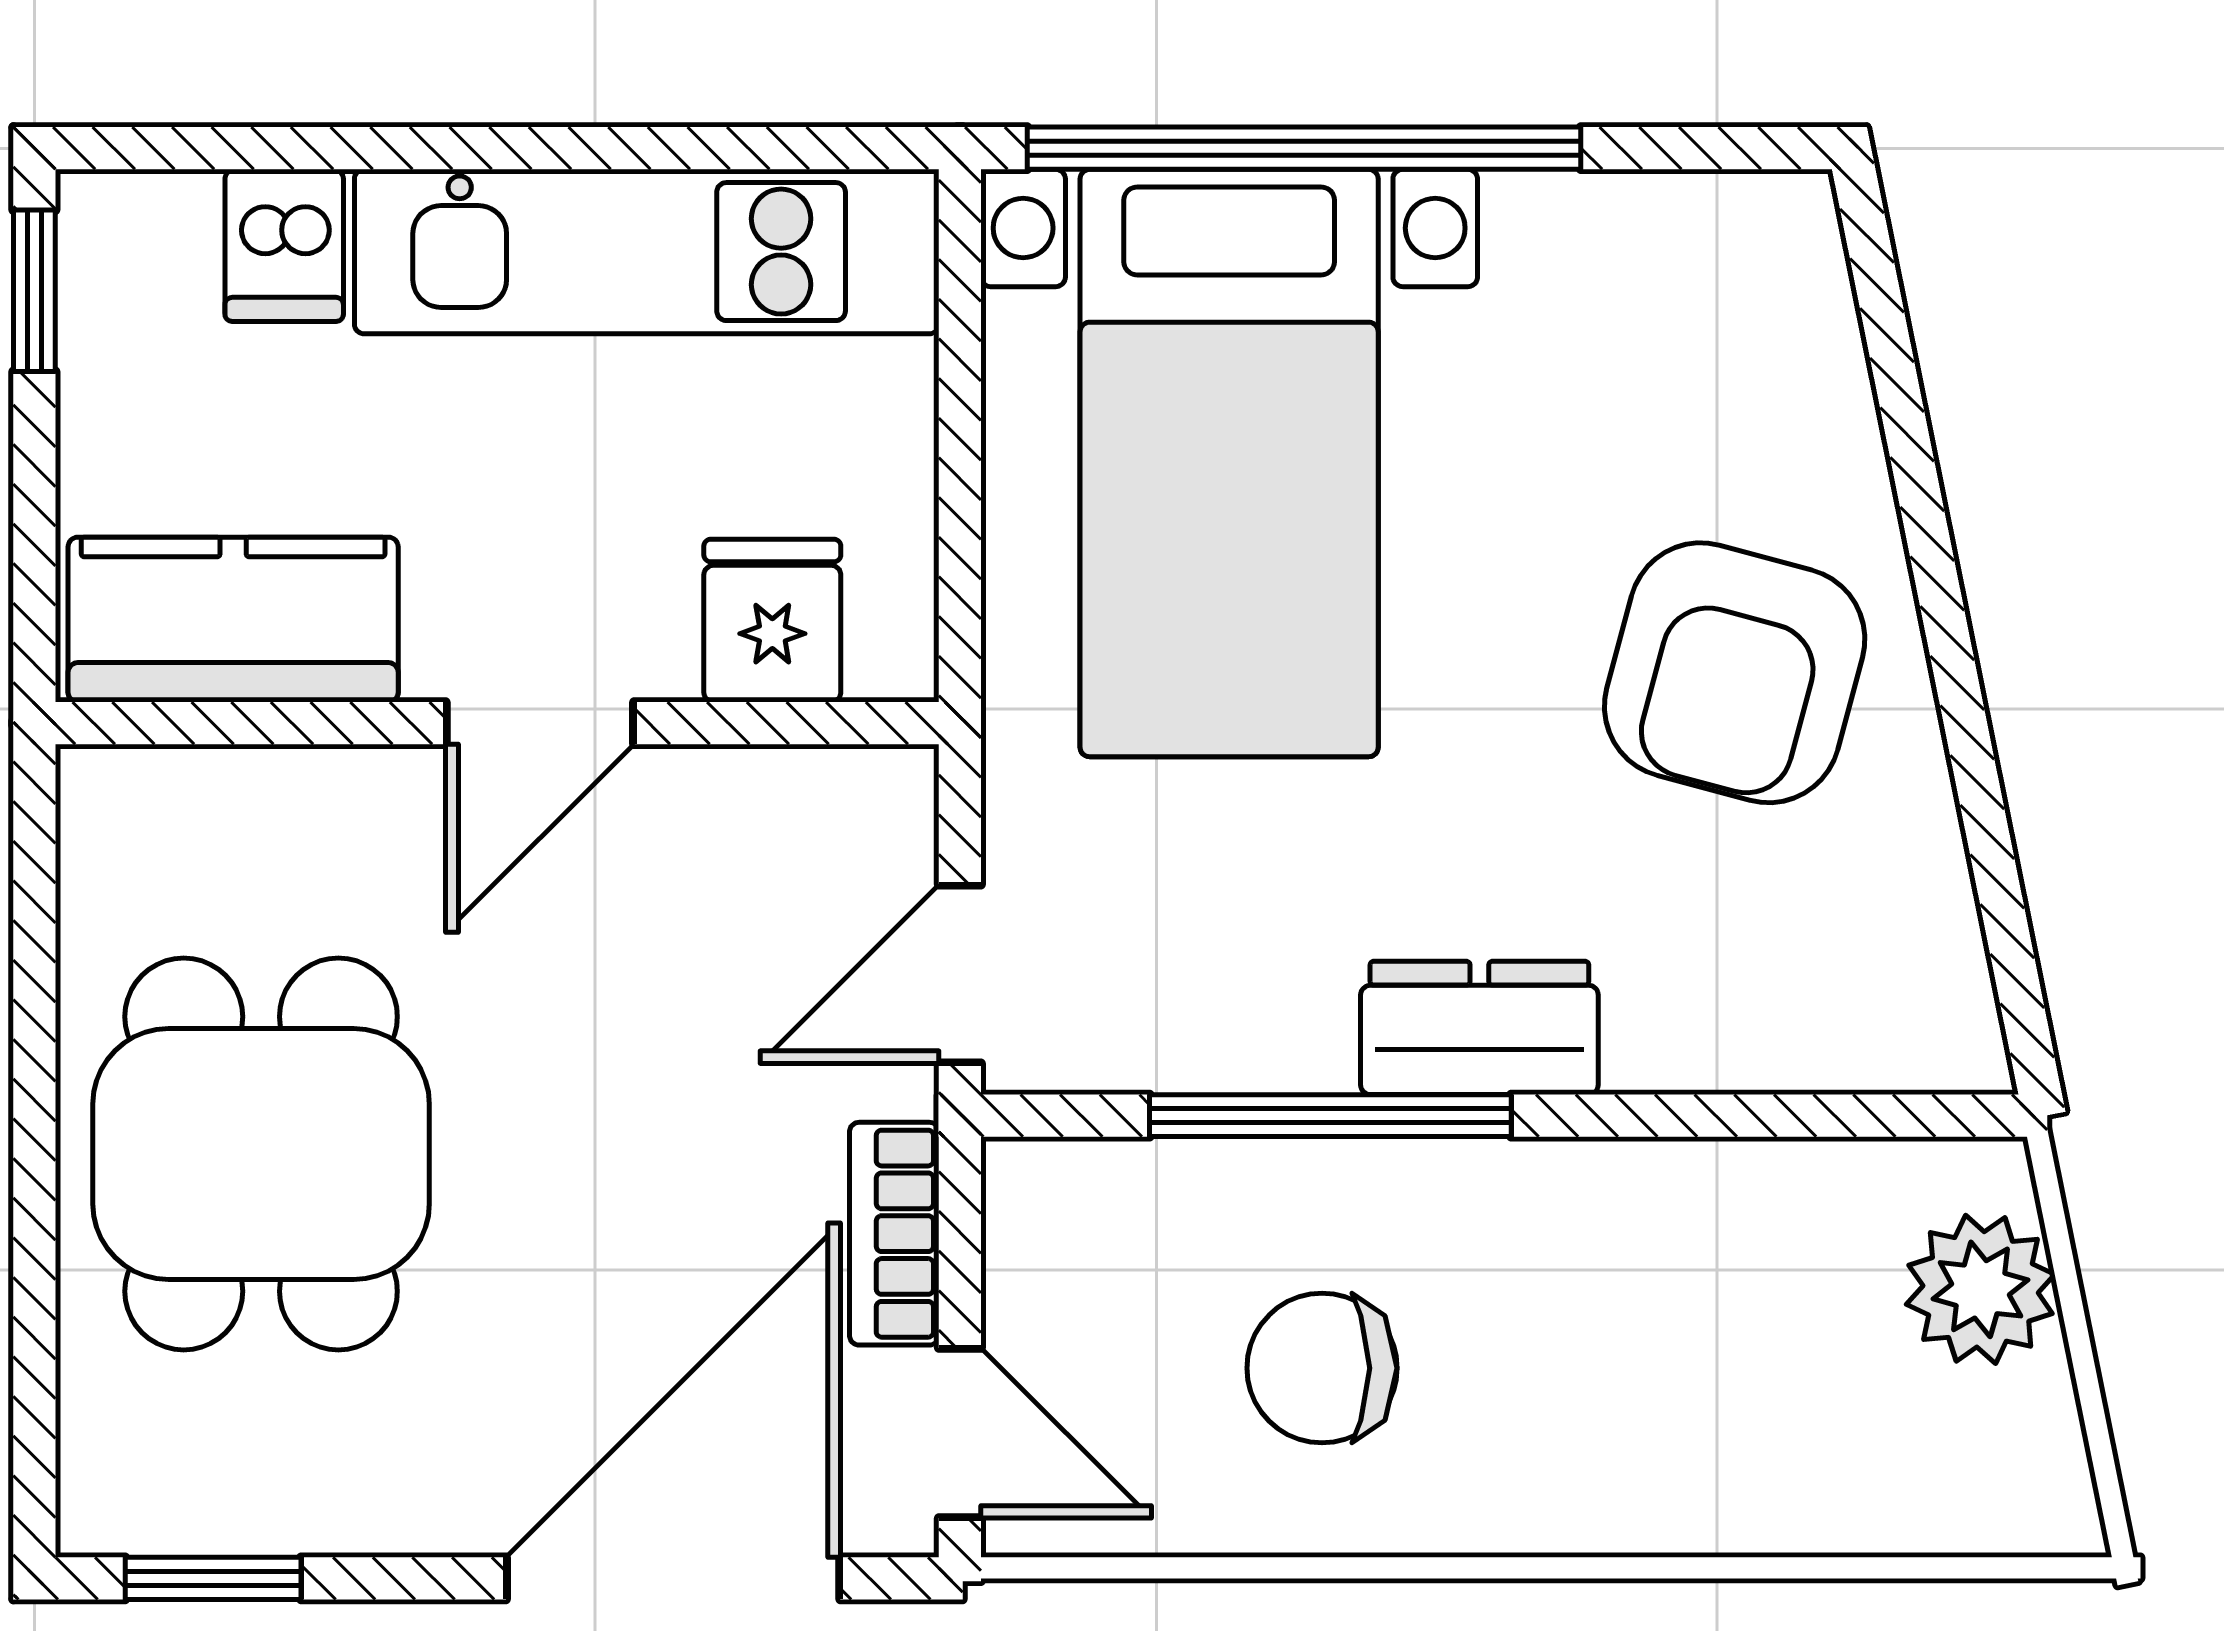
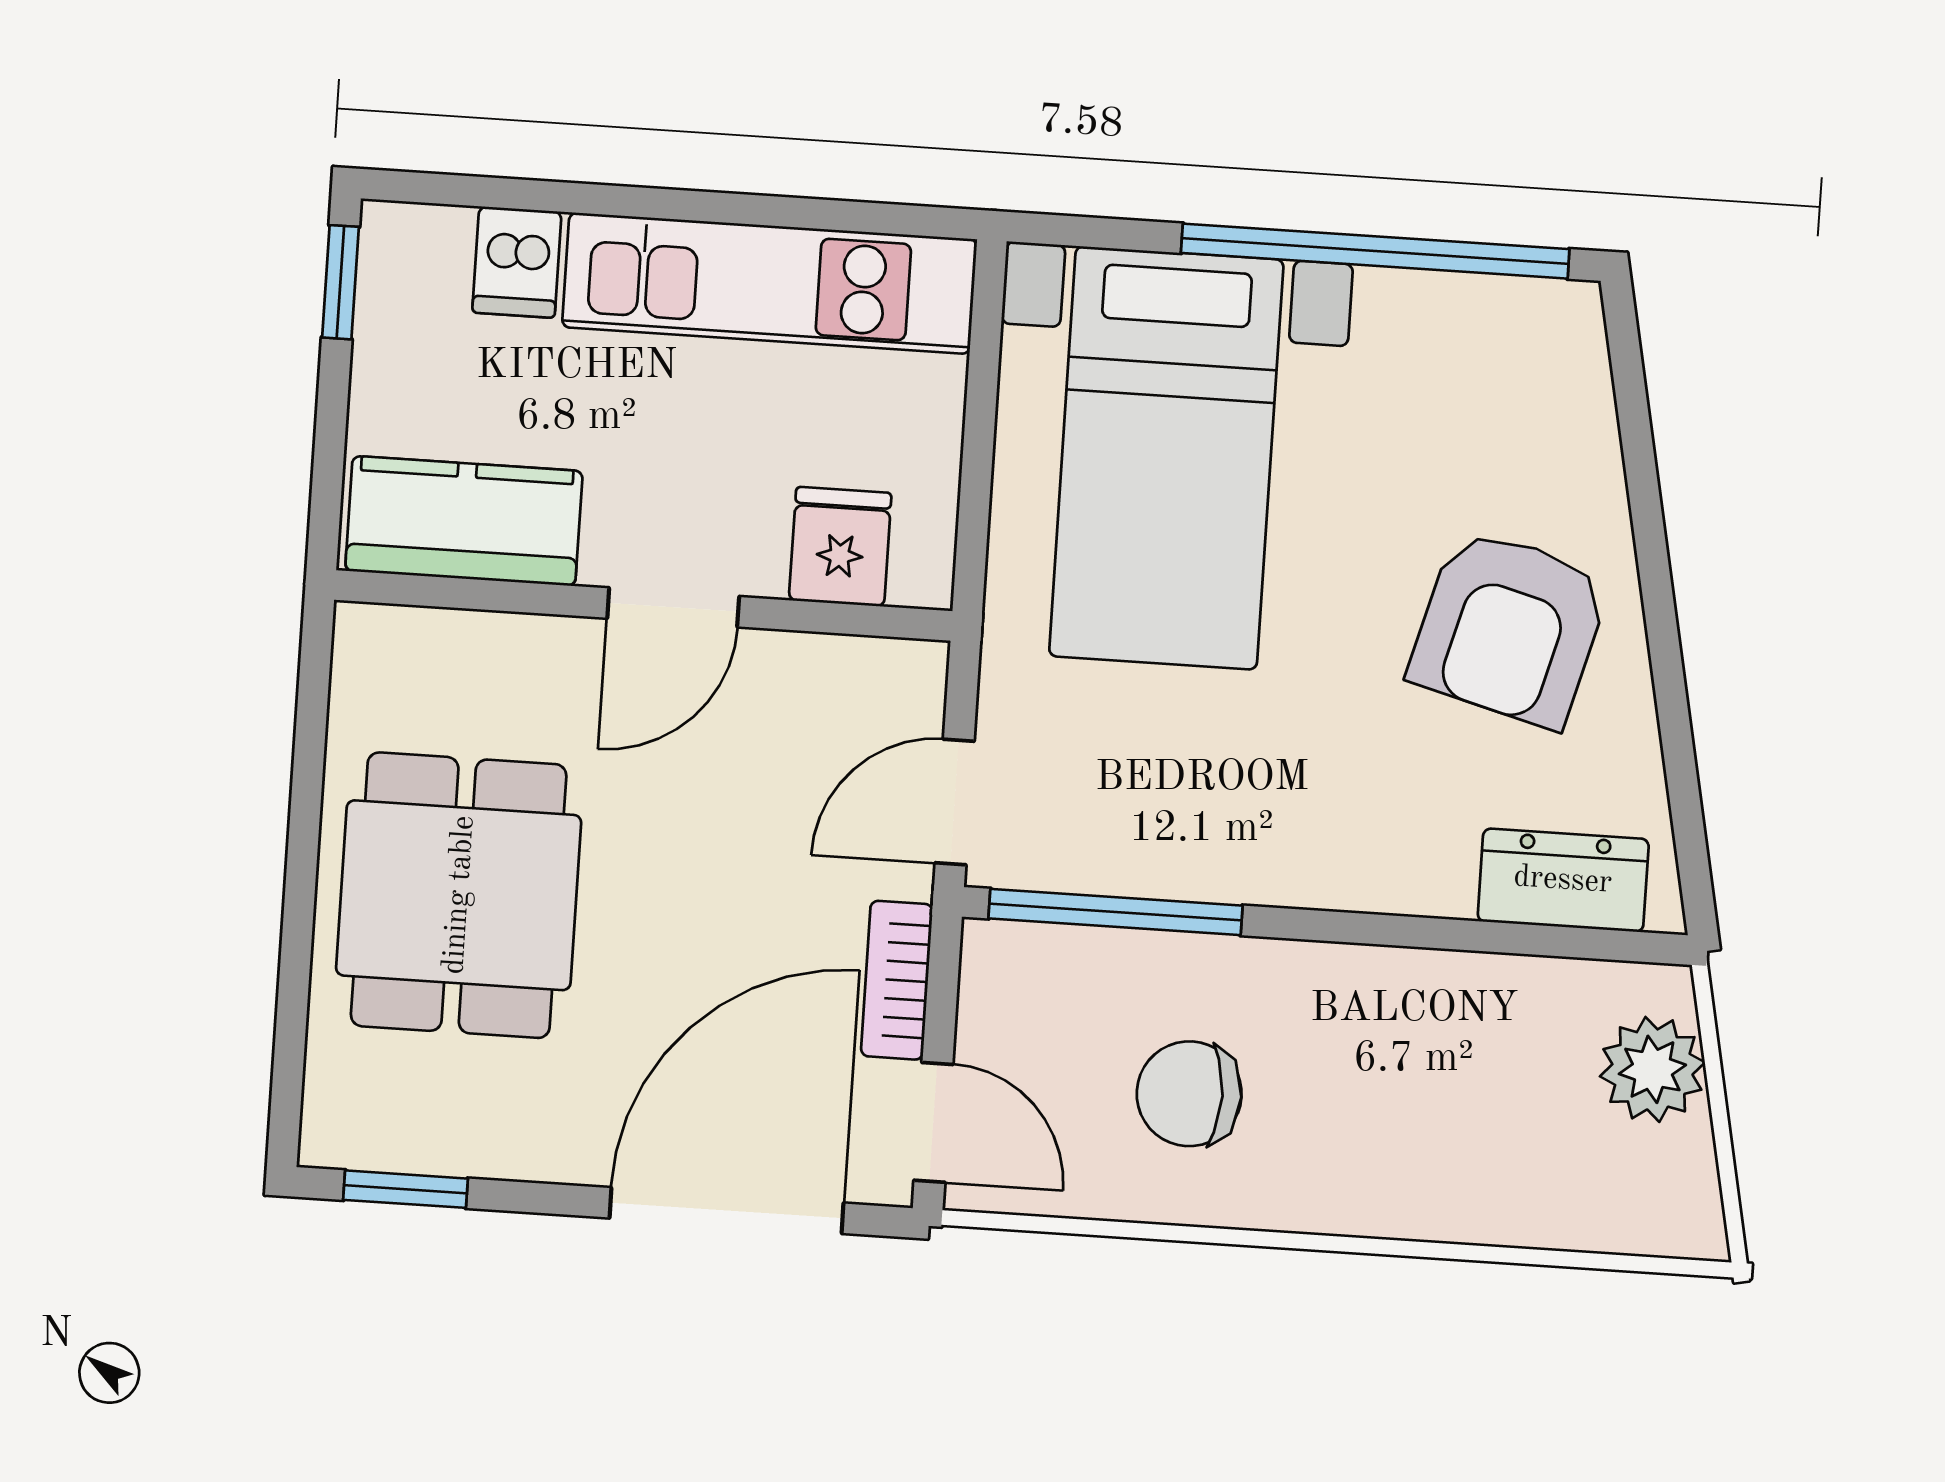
window: (1304, 148) -> (1375, 251), moved
dresser: (1479, 1028) -> (1563, 880), moved
window: (1330, 1116) -> (1115, 912), moved

